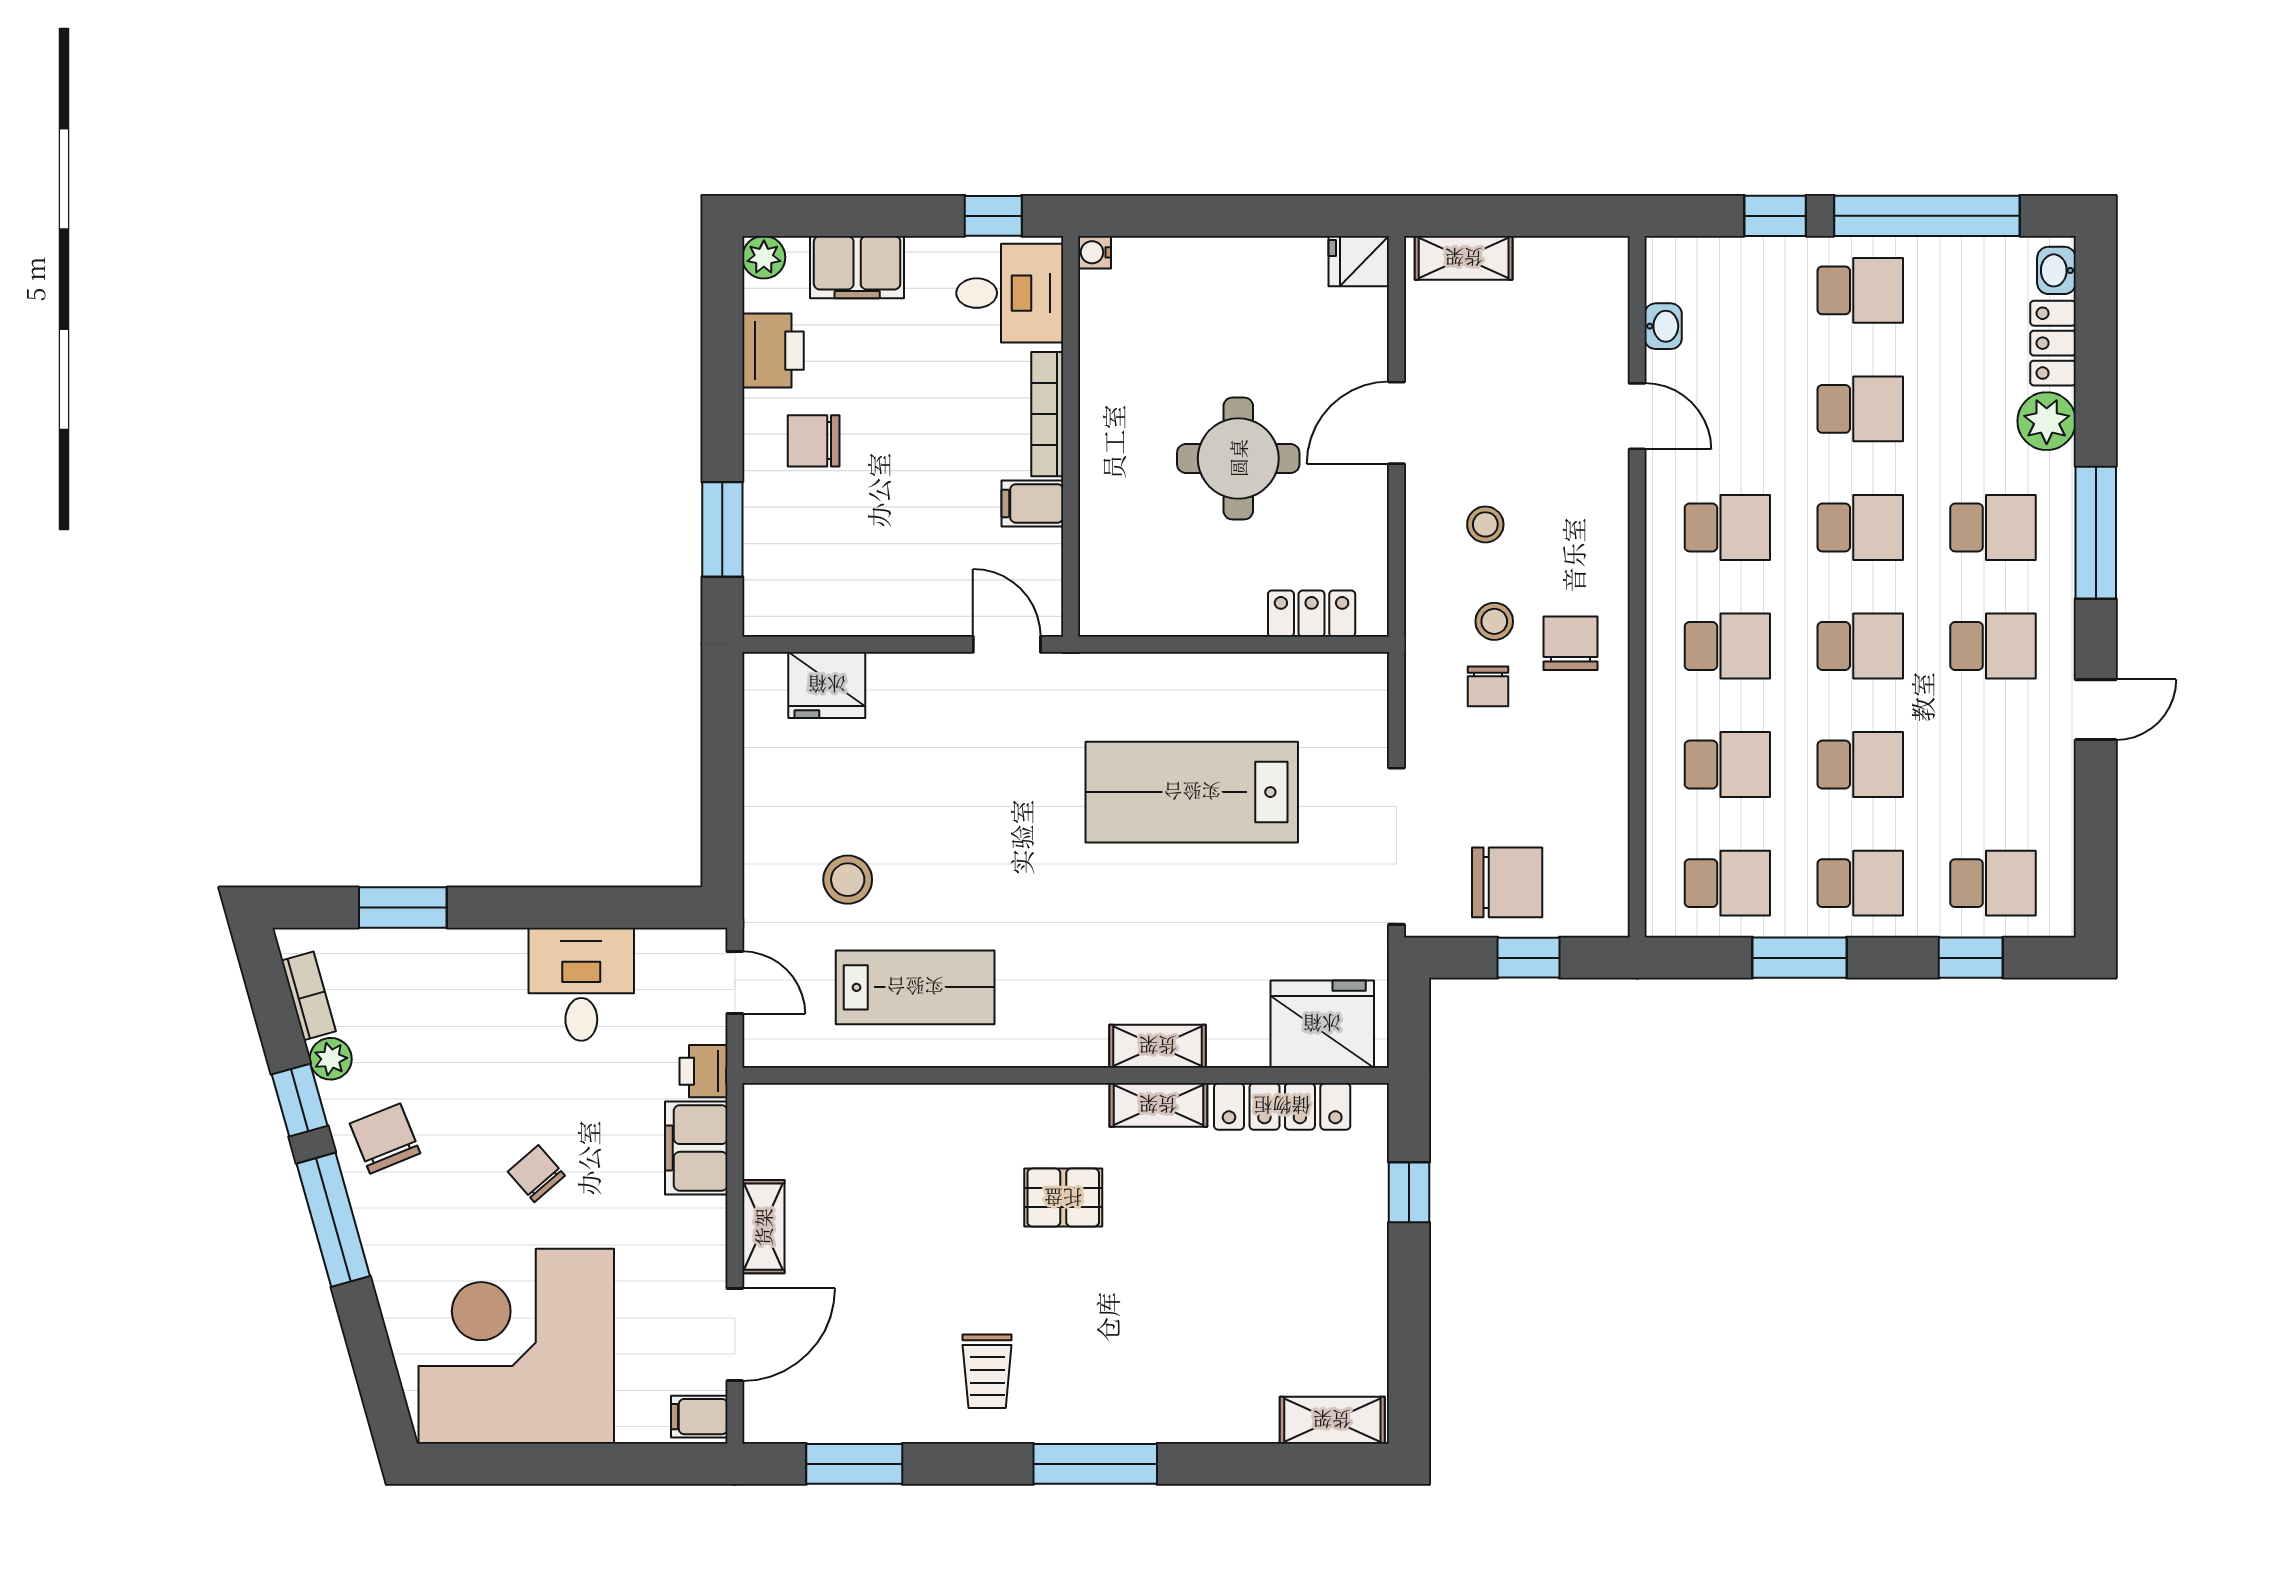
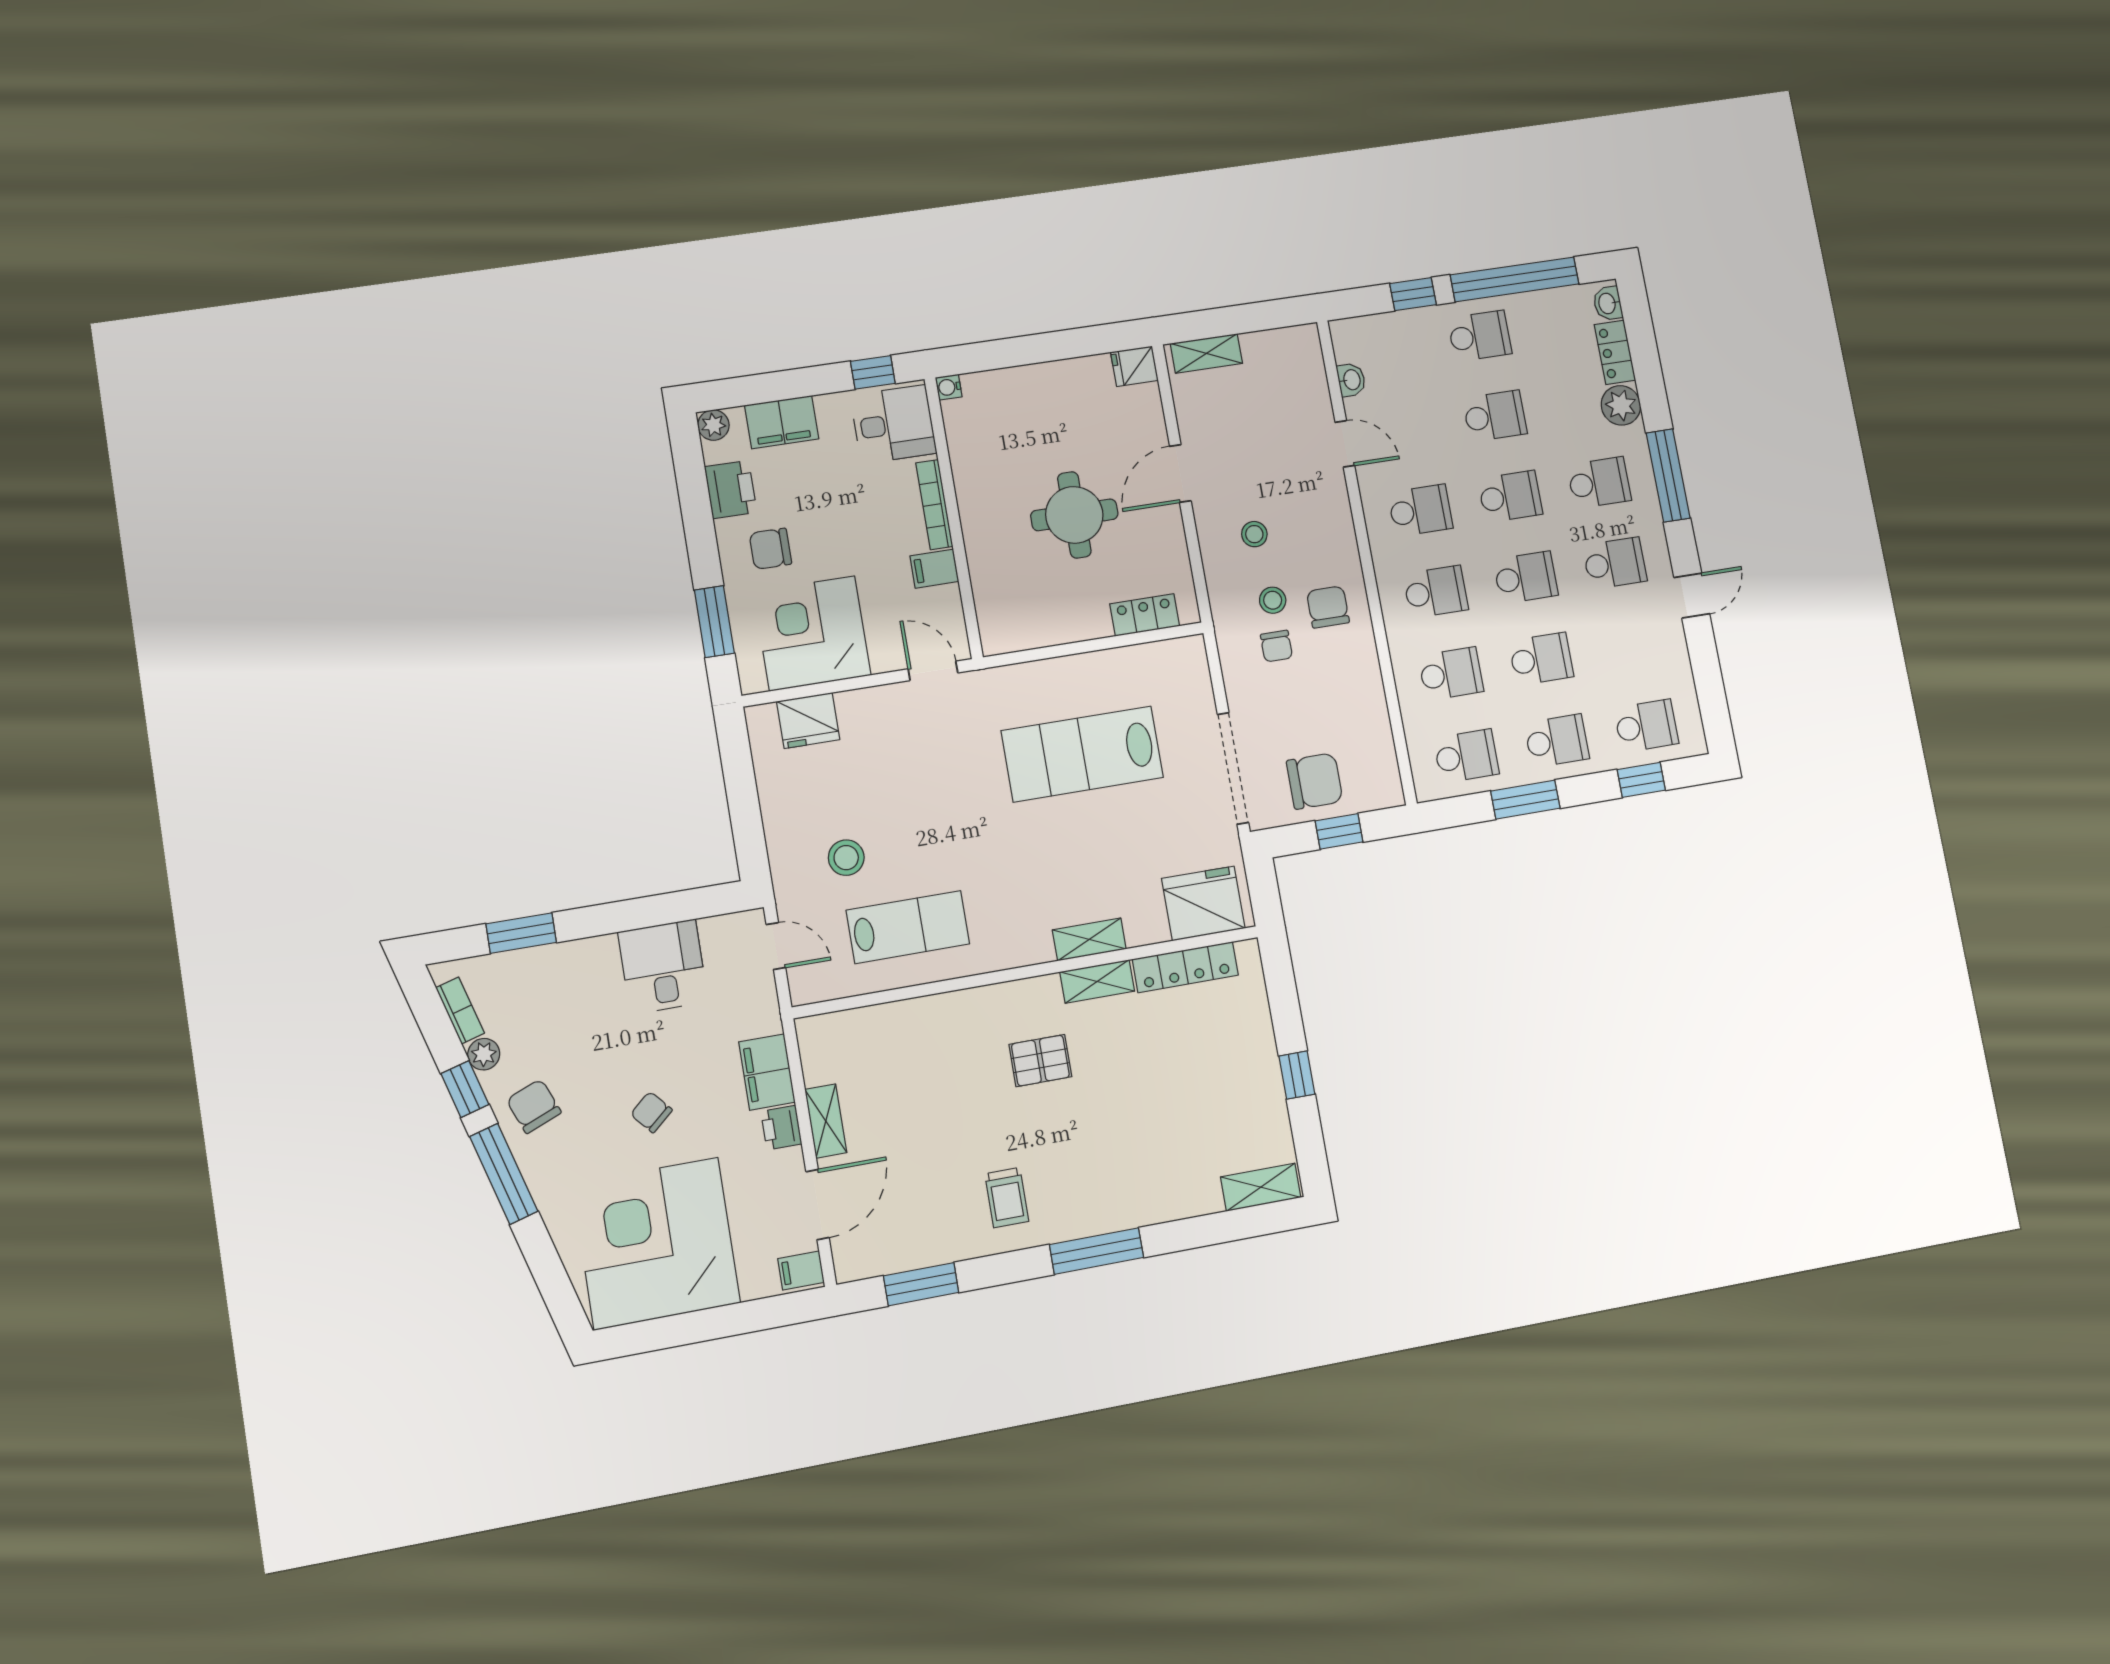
corner desk: (852, 567) -> (812, 633), added
printer: (703, 1071) -> (781, 1128), moved
window: (1409, 1192) -> (1297, 1075), moved

